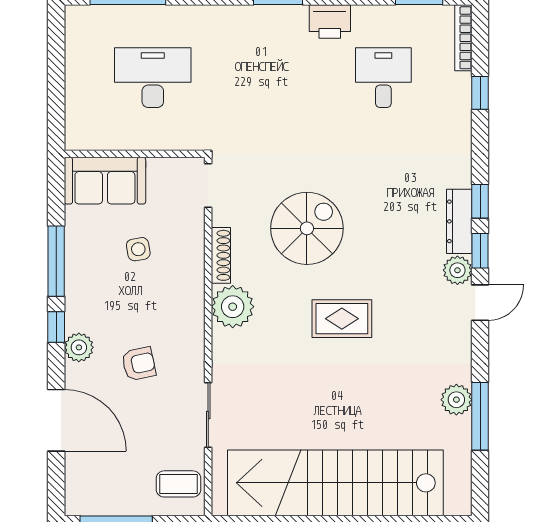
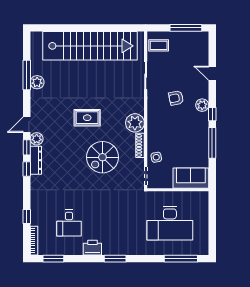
desk: (153, 78) -> (170, 223), width x1.36, depth x1.30
side table: (138, 249) -> (156, 157), moved
door: (56, 420) -> (212, 73), width x0.53

